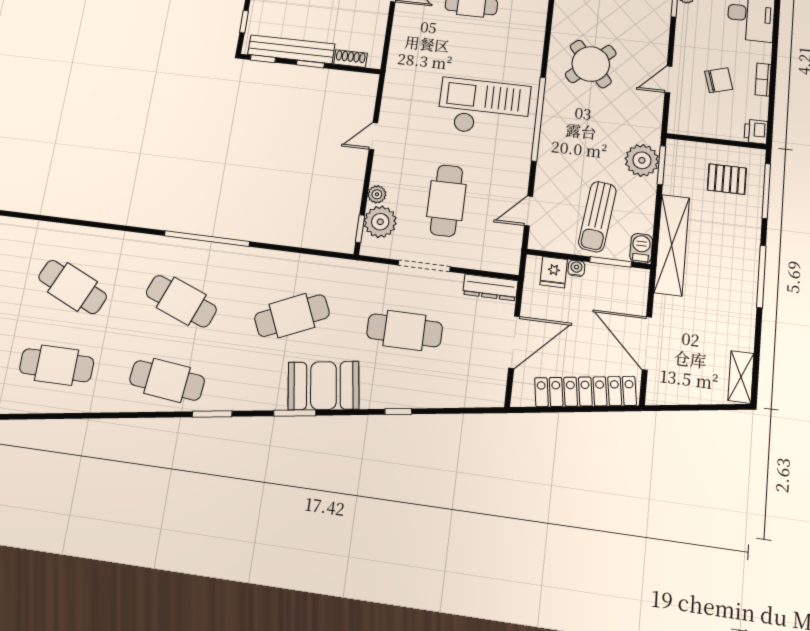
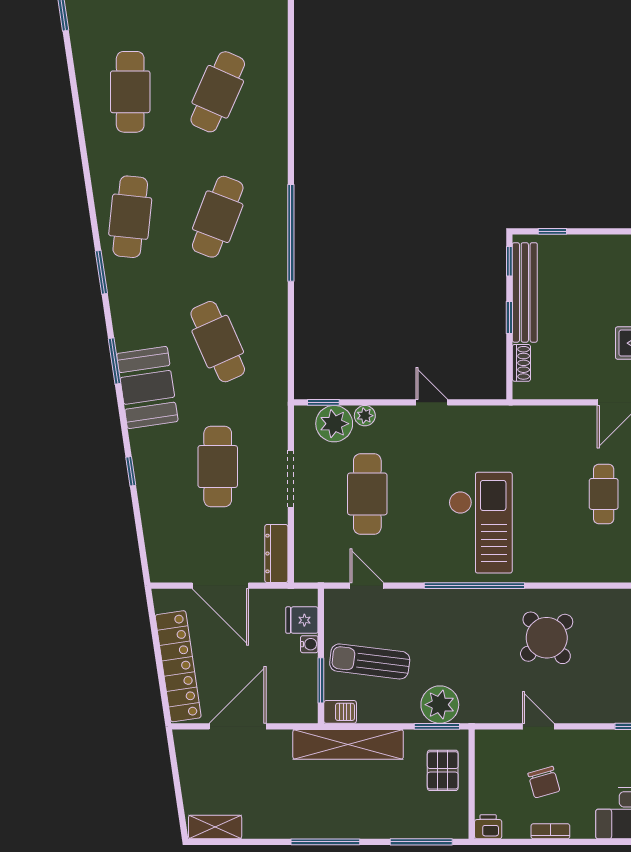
pallet: (727, 179) -> (443, 770), moved
cafe table: (446, 201) -> (367, 494), turned 90

